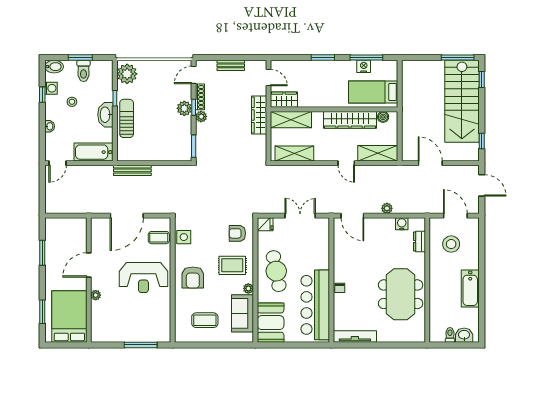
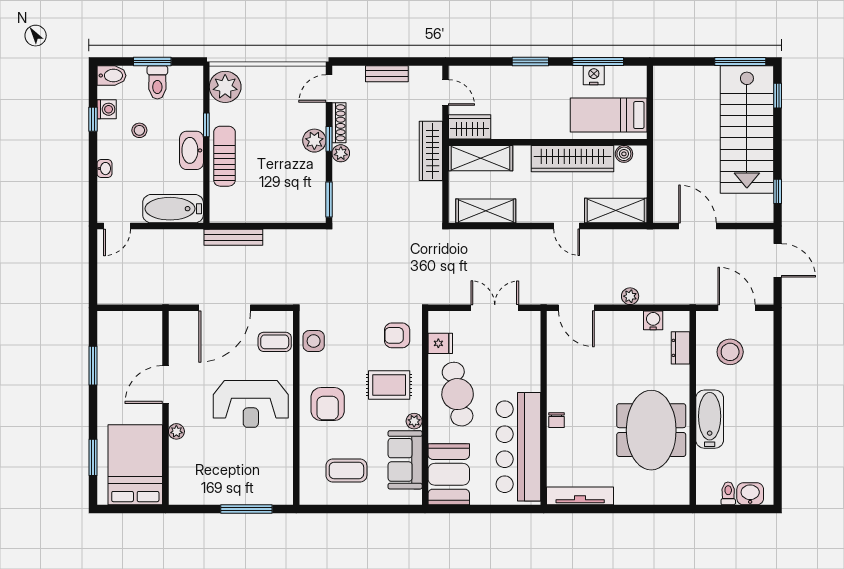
fridge: (265, 224) -> (440, 343), moved
bathtub: (470, 288) -> (710, 419), moved, turned 180

